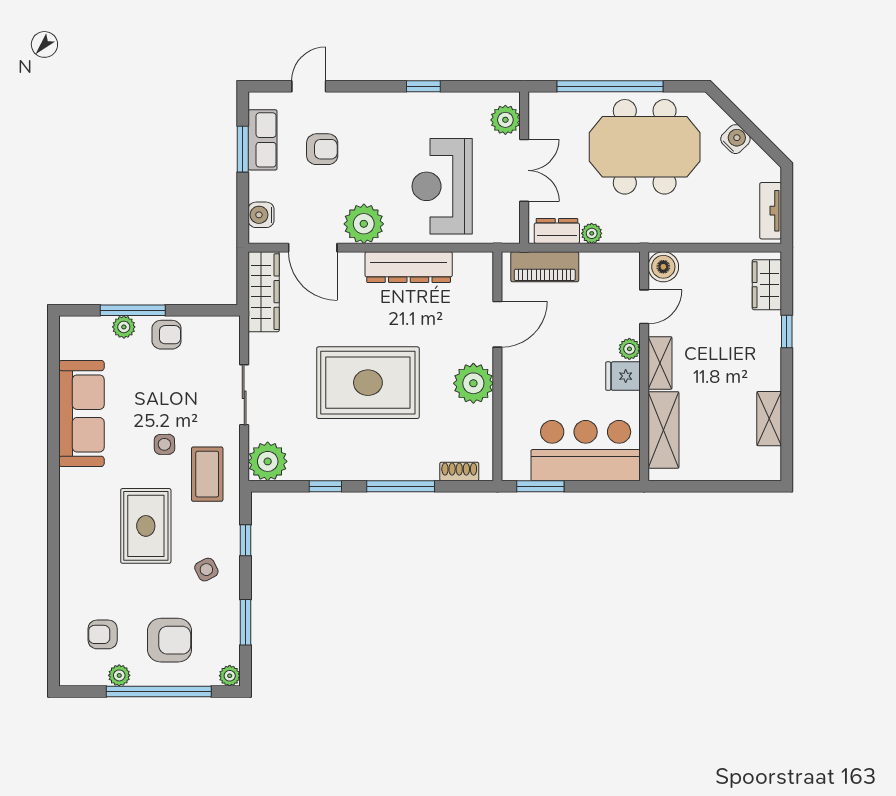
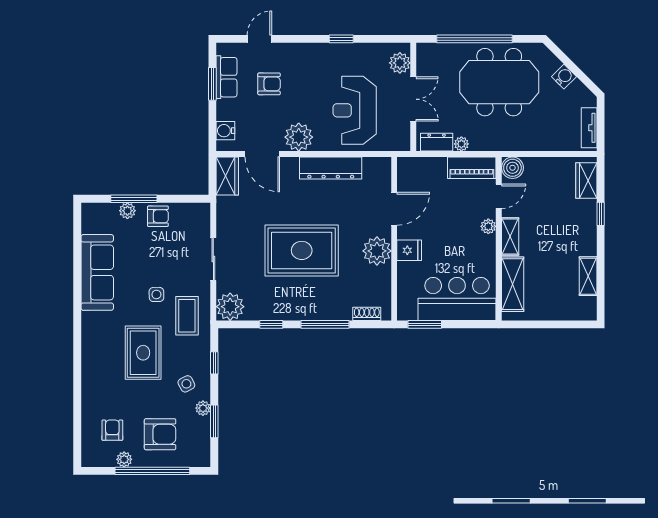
piano: (545, 267) -> (472, 168), moved
wardrobe: (264, 292) -> (227, 176), width x0.67
fridge: (623, 376) -> (409, 250), moved, turned 180
armchair: (103, 634) -> (112, 430), turned 90
plant: (230, 676) -> (203, 408), moved

